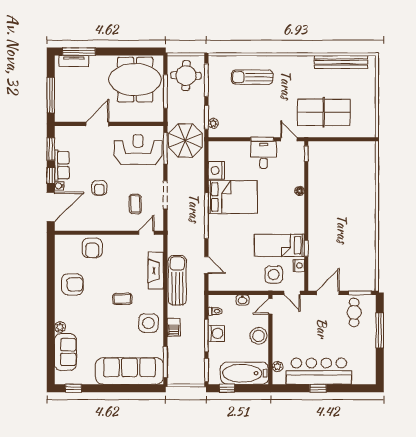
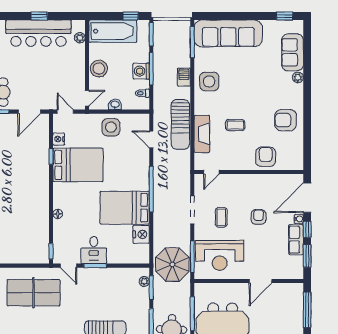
coffee table: (135, 204) -> (221, 217), moved
bed: (279, 245) -> (78, 165), width x1.50
side table: (274, 275) -> (111, 127), moved
coffee table: (122, 299) -> (235, 125), moved

